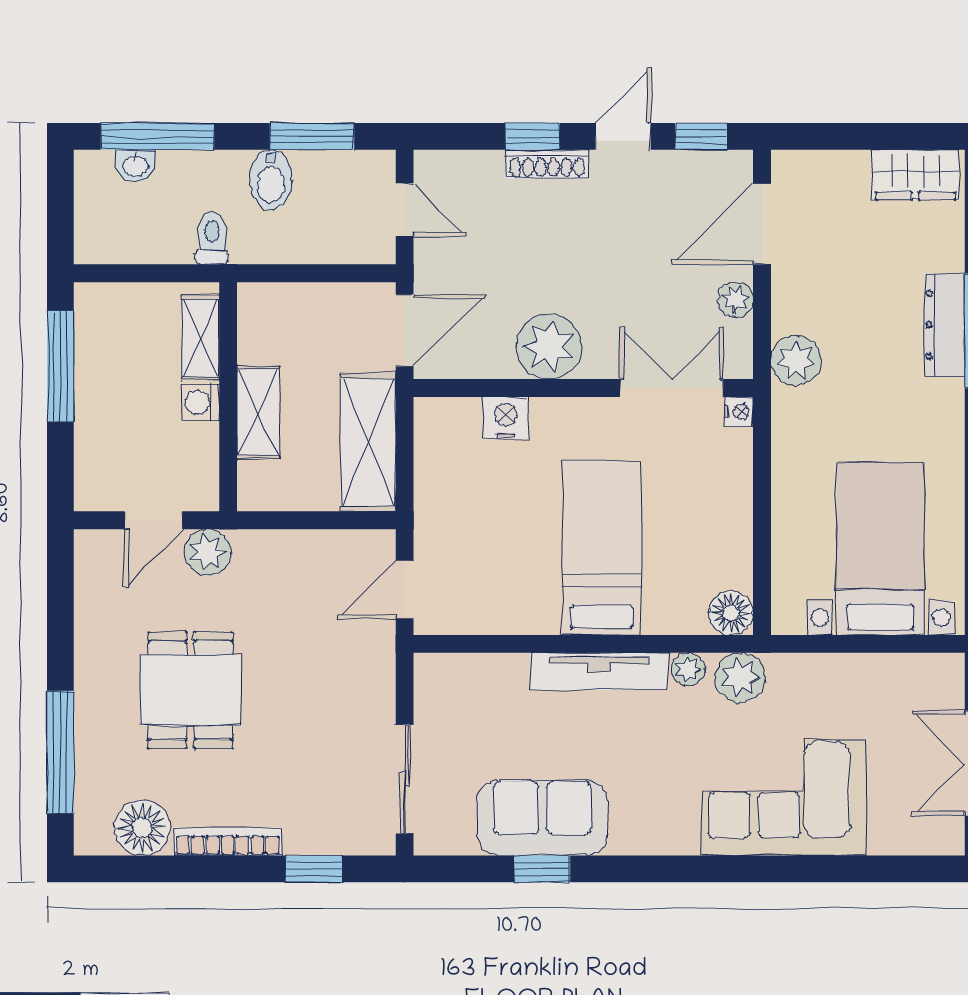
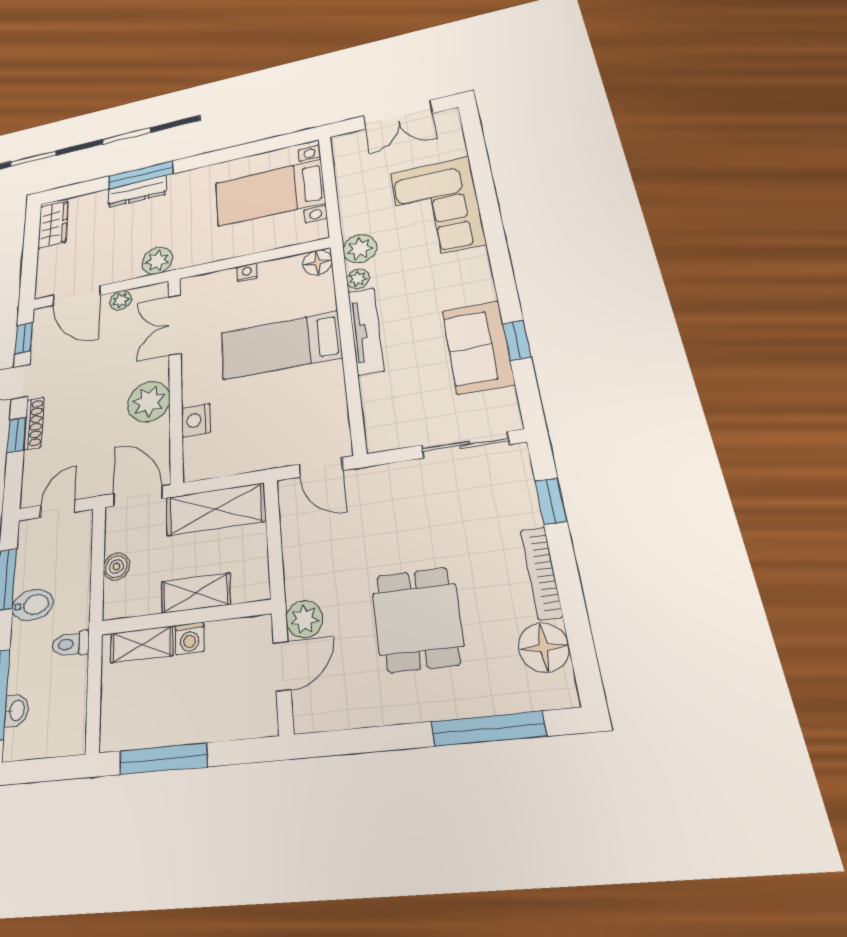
boiler: (308, 301) -> (116, 567), added
nightstand: (739, 412) -> (247, 272), moved
door: (154, 520) -> (282, 666), hinge flipped
dining table: (191, 690) -> (418, 619), turned 90

